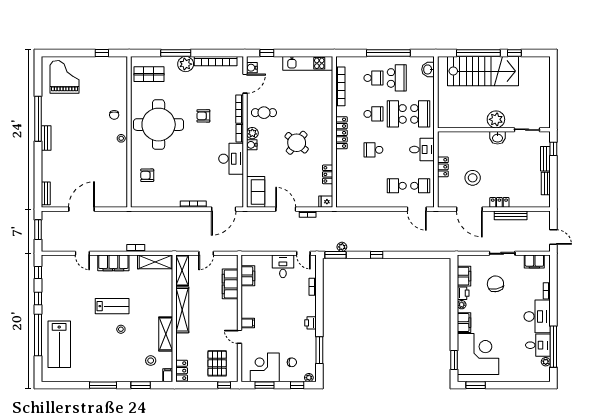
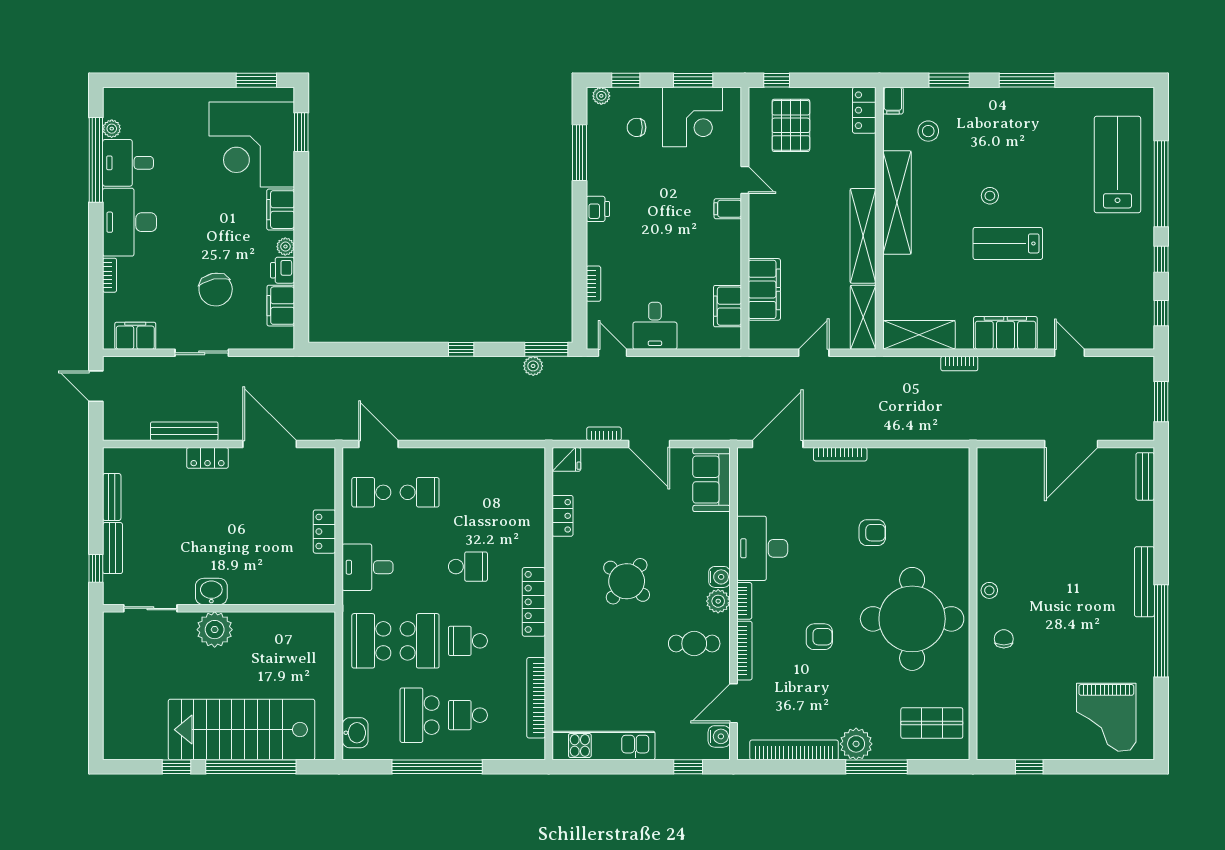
bench: (46, 138) -> (1144, 582), width x1.36
armchair: (147, 175) -> (872, 533), moved
stool: (473, 178) -> (263, 509), removed
shelving: (166, 334) -> (897, 203), width x1.47

